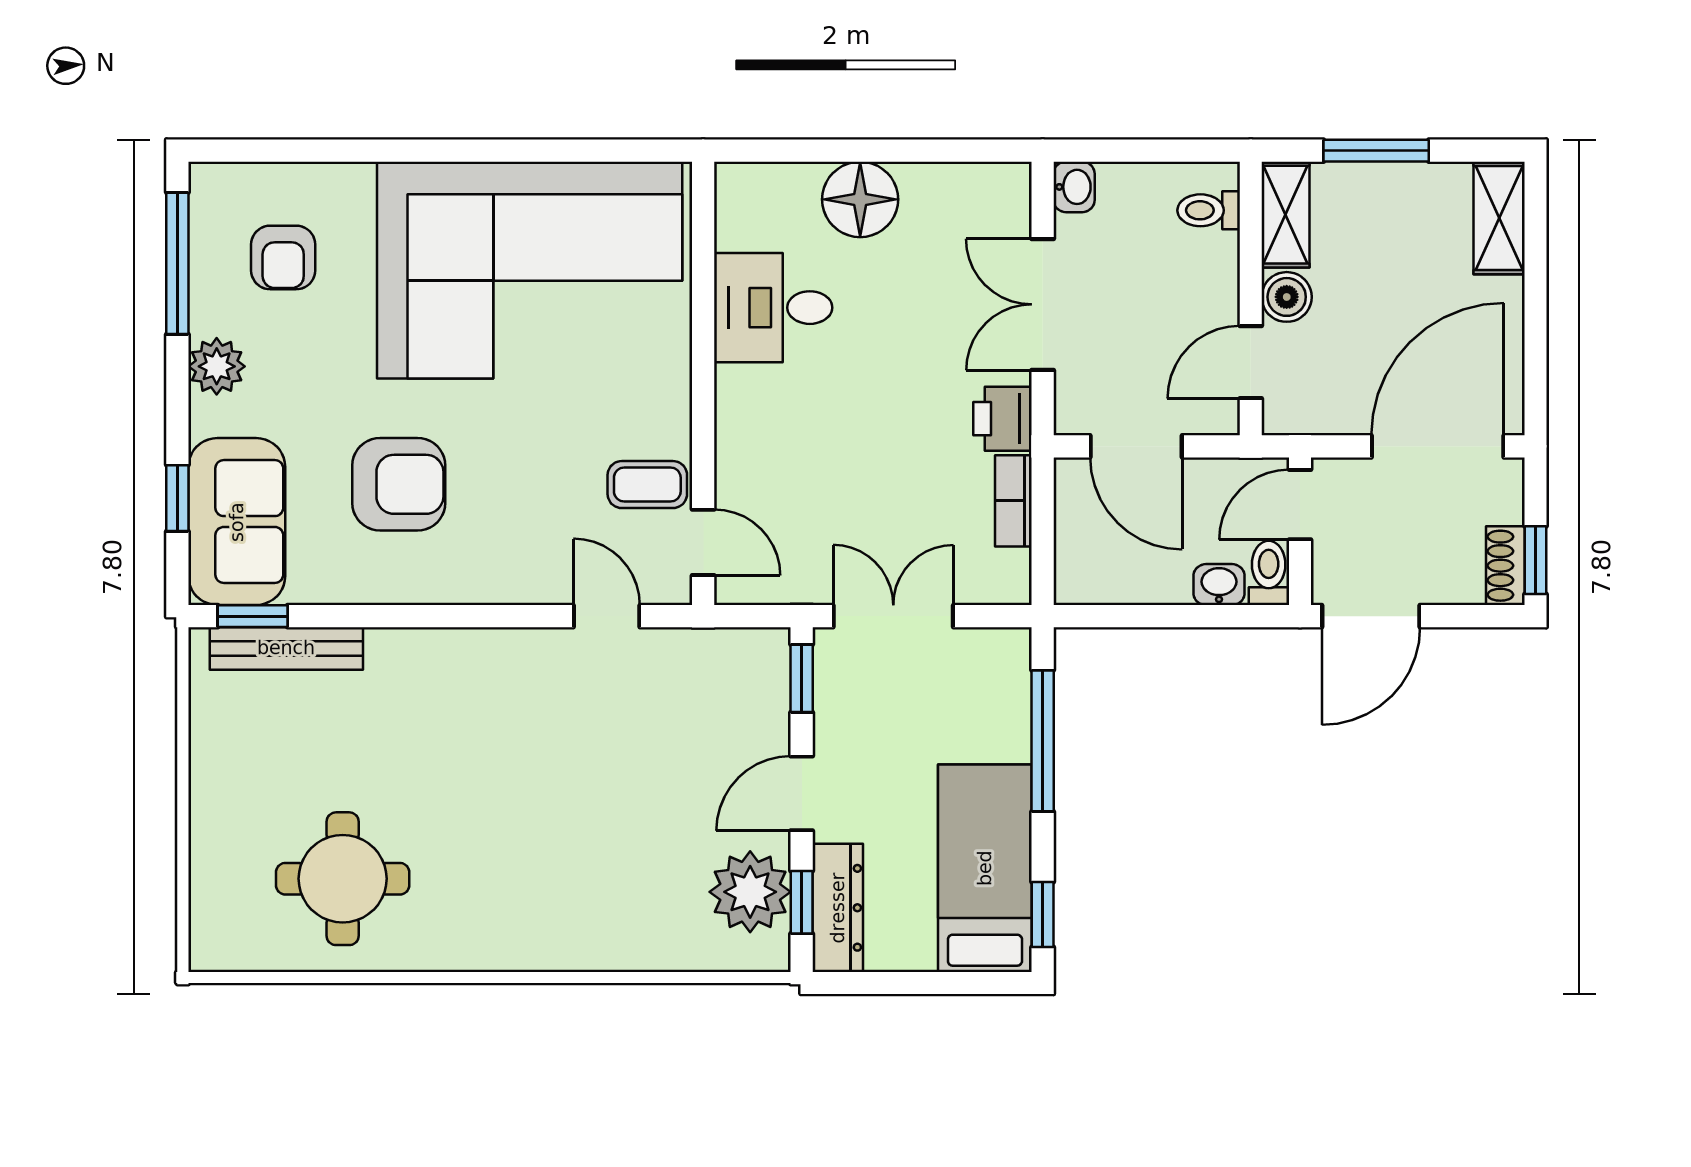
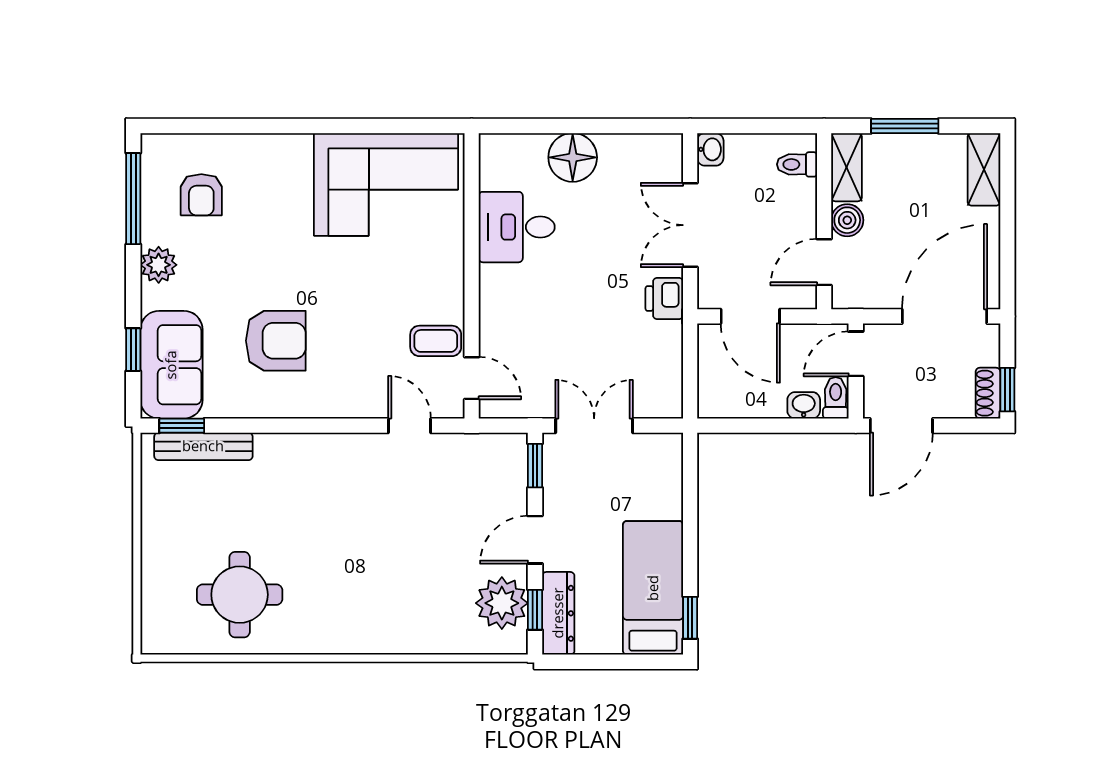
corner sofa: (530, 270) -> (386, 184), width x0.73, depth x0.74
bookcase: (1013, 501) -> (671, 351), removed
window: (1043, 741) -> (690, 506), removed

